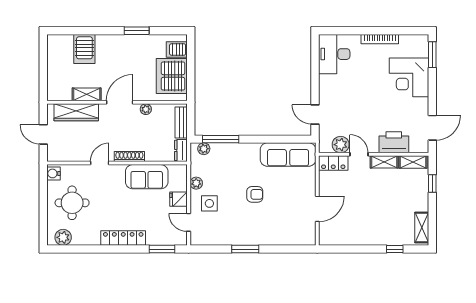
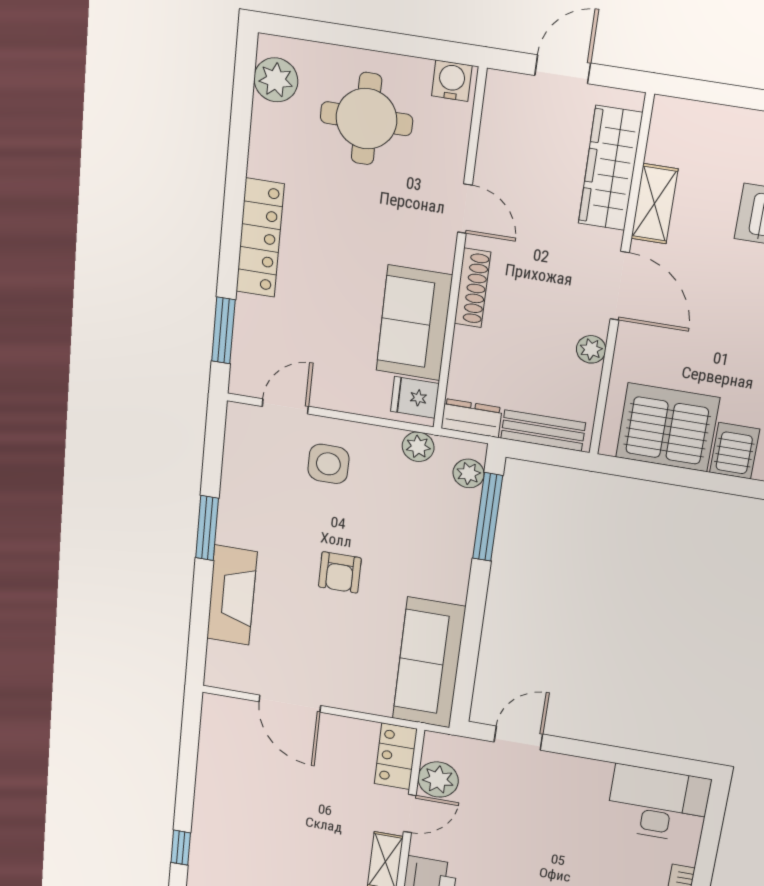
plant: (196, 183) -> (418, 447), moved
fridge: (179, 199) -> (415, 397), moved, turned -90
fireplace: (273, 237) -> (232, 595), added

